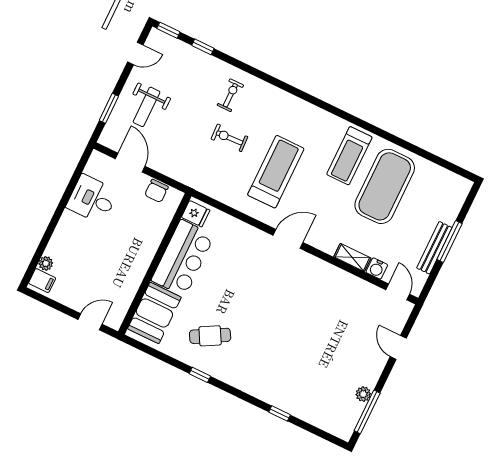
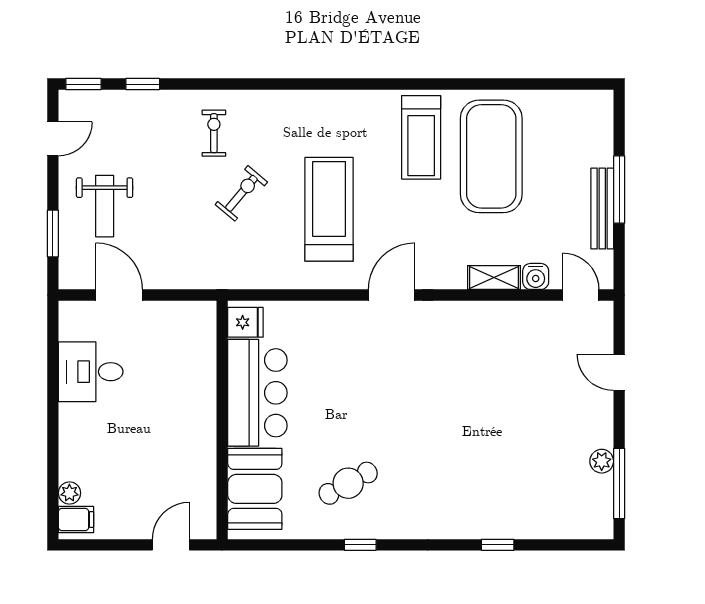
exercise bike: (229, 138) -> (241, 193), turned 133
chair: (156, 191) -> (175, 317), removed

